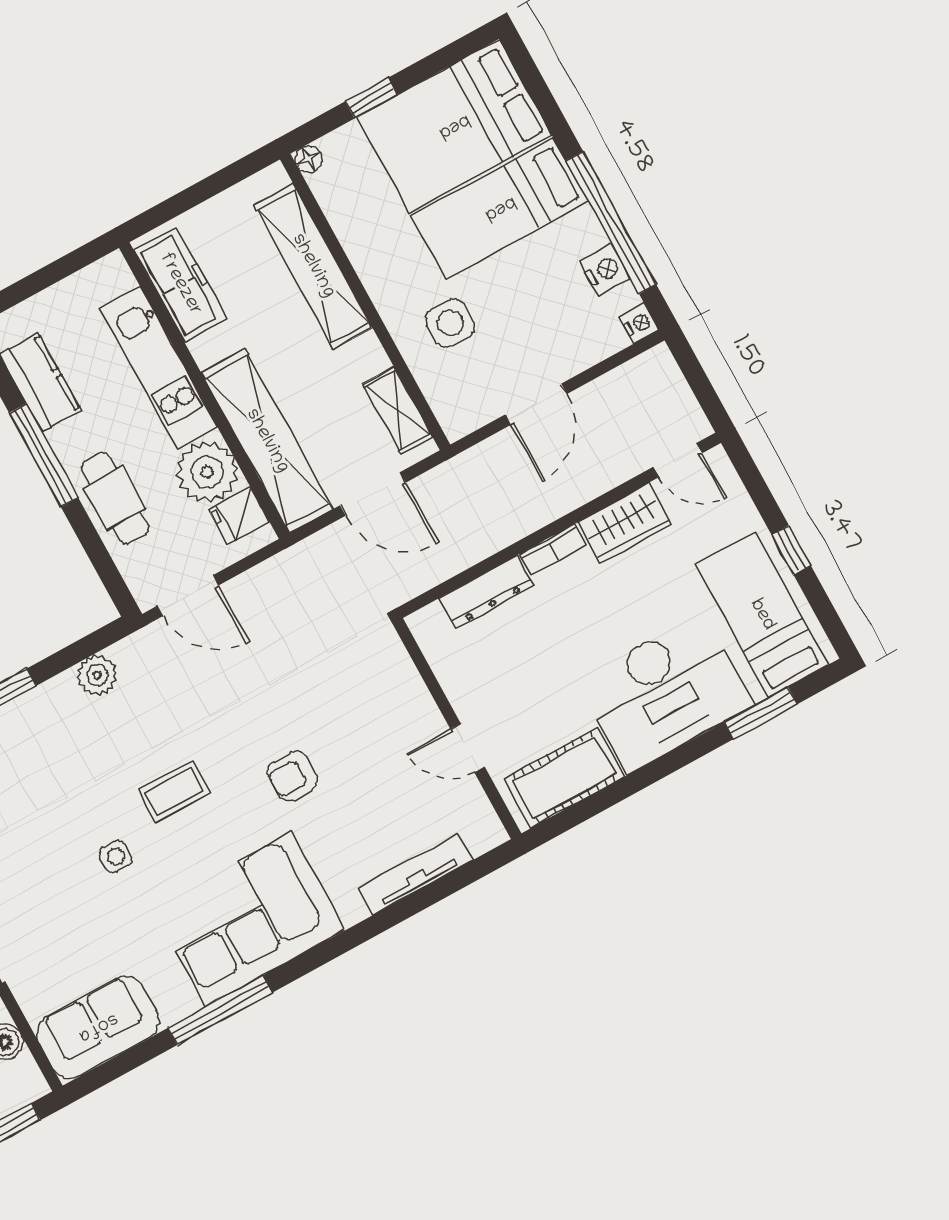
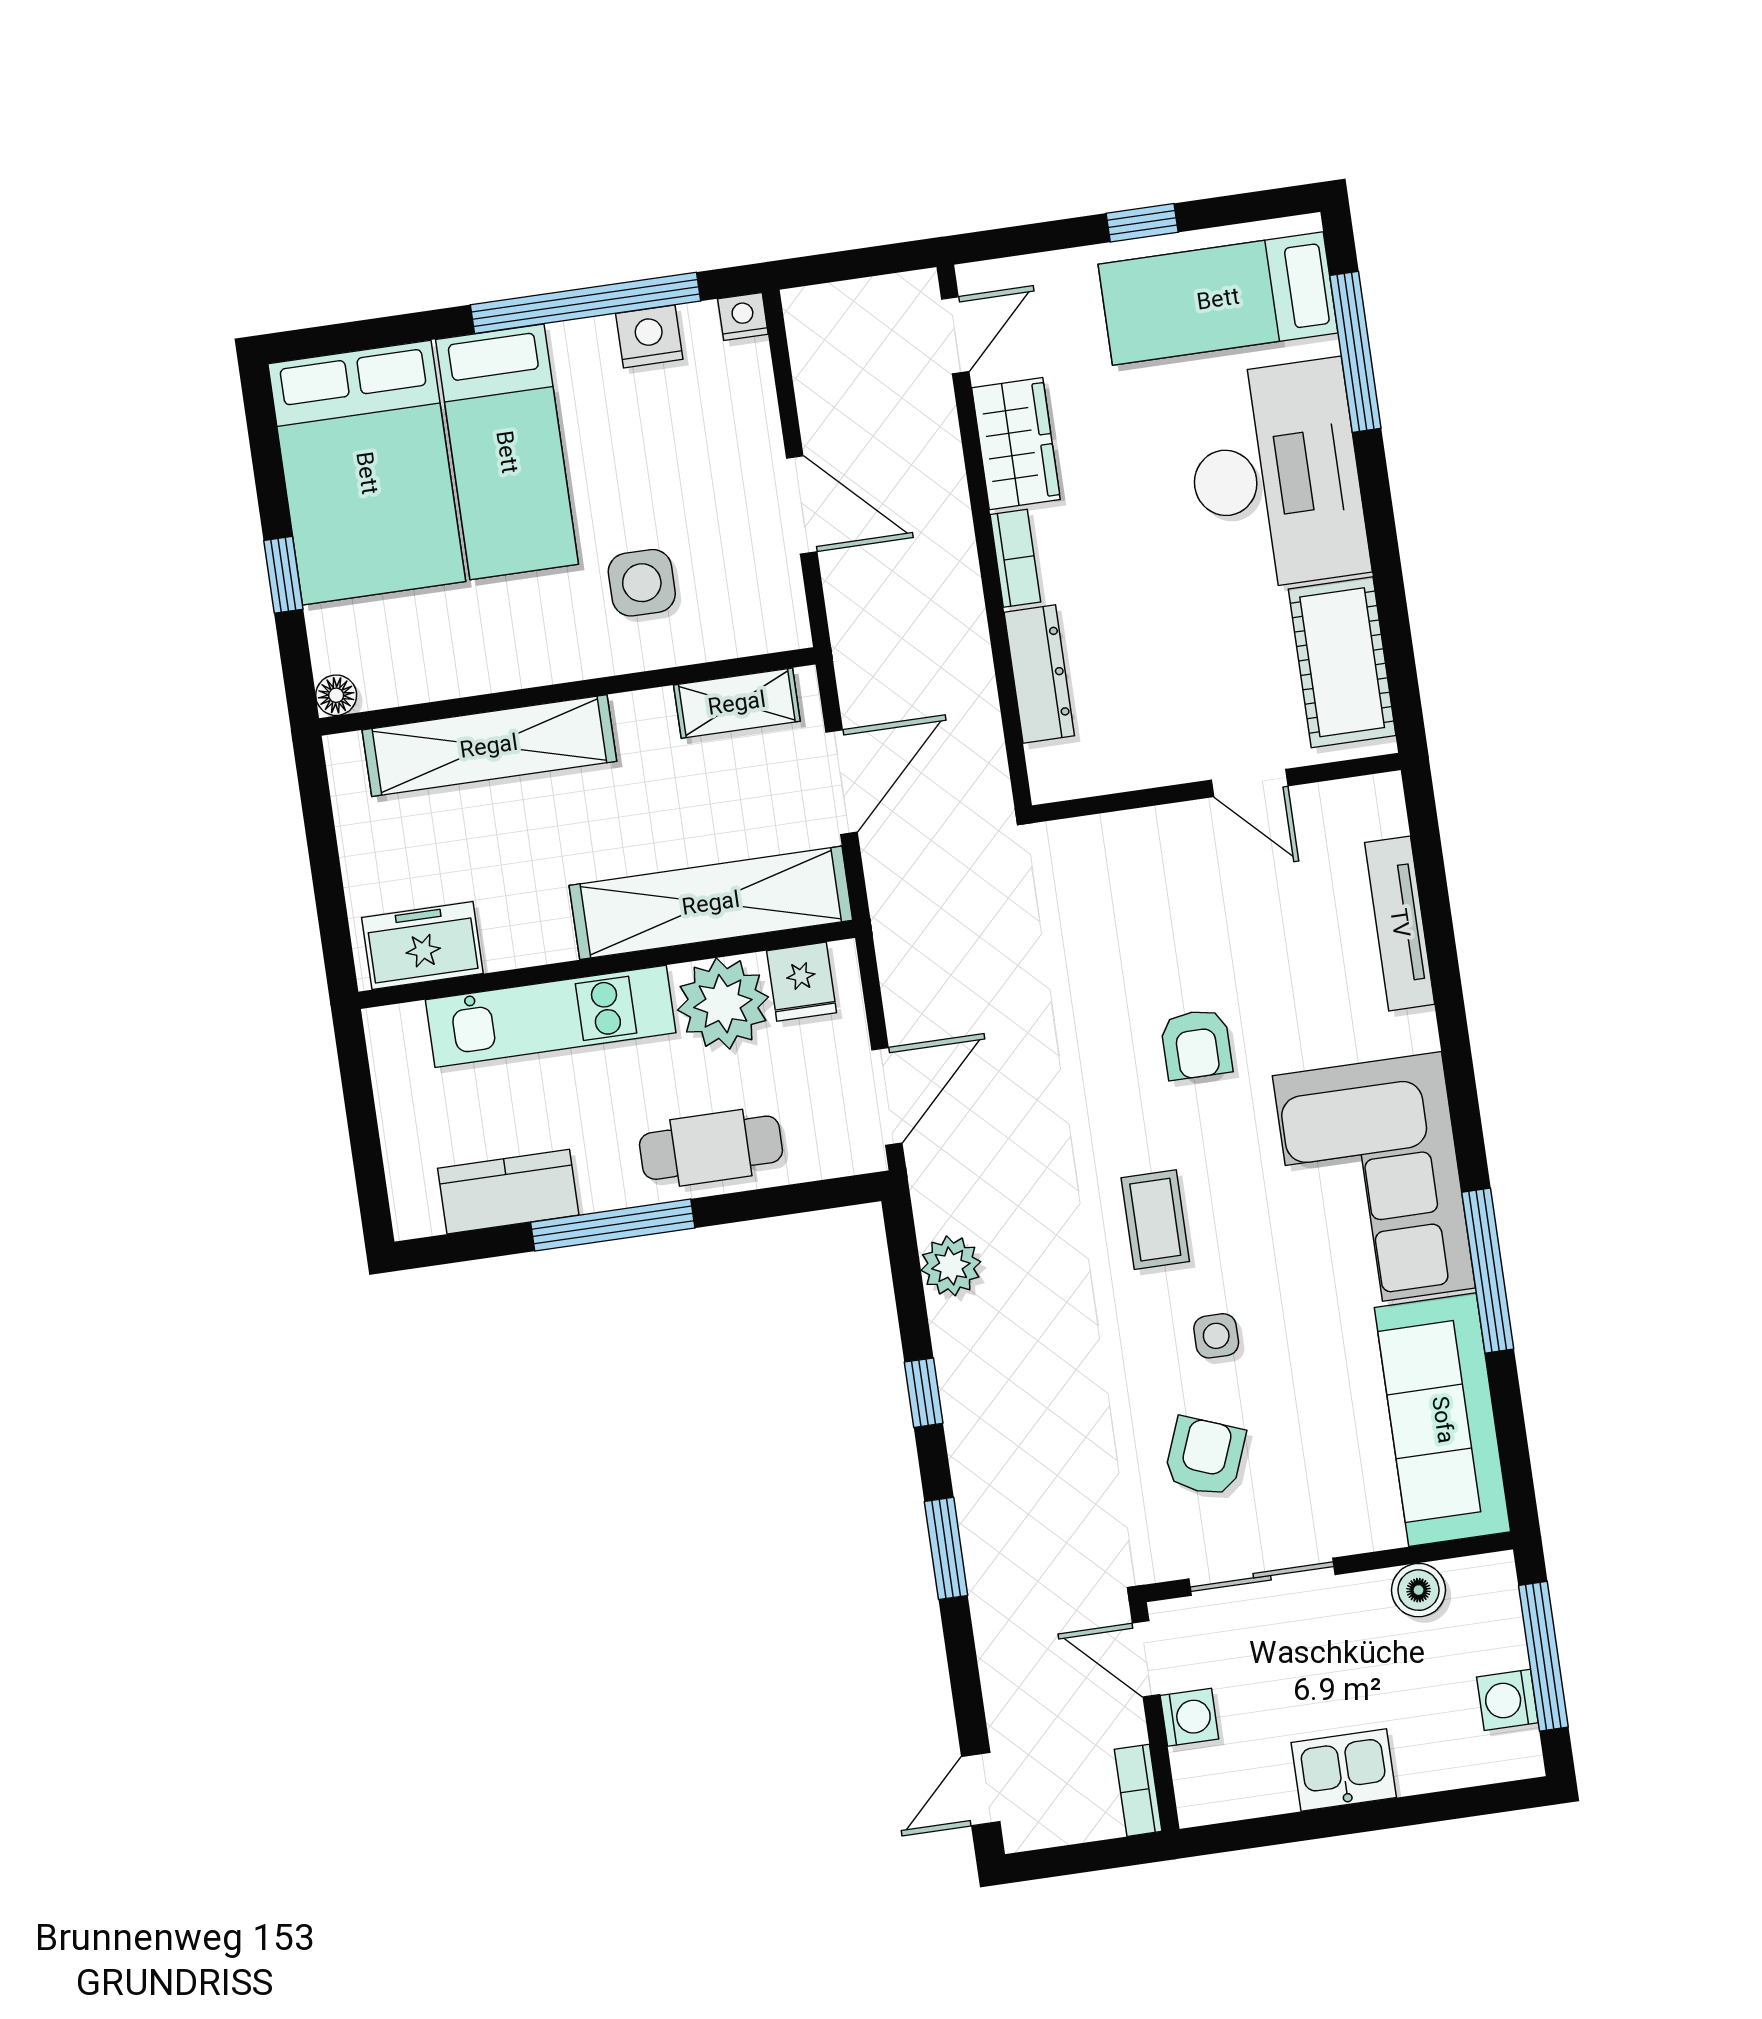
freezer: (180, 284) -> (422, 945), width x0.71
window: (761, 713) -> (1355, 352), width x1.44
door: (468, 748) -> (1250, 783), hinge flipped
armchair: (38, 878) -> (1205, 1457), added
sofa: (98, 1027) -> (1443, 1420), width x1.36

